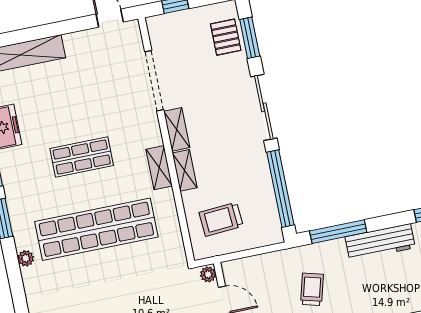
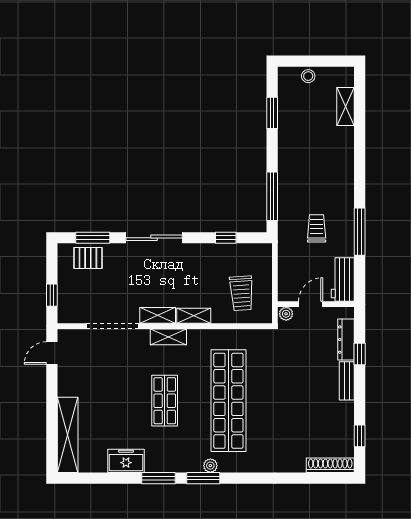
shelving: (159, 168) -> (168, 337), moved
window: (280, 189) -> (226, 238), width x0.32
workbench: (380, 242) -> (288, 162), removed
plant: (26, 258) -> (210, 466), moved
trolley: (312, 289) -> (317, 228), turned 75

